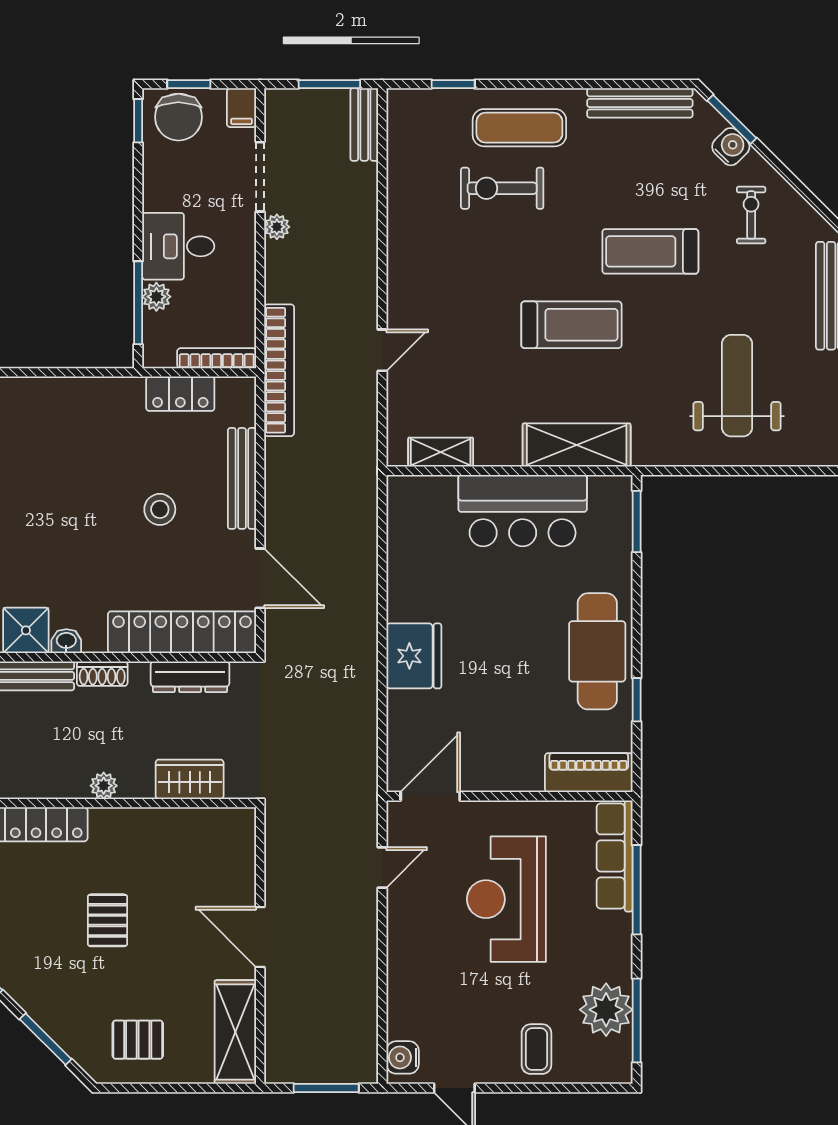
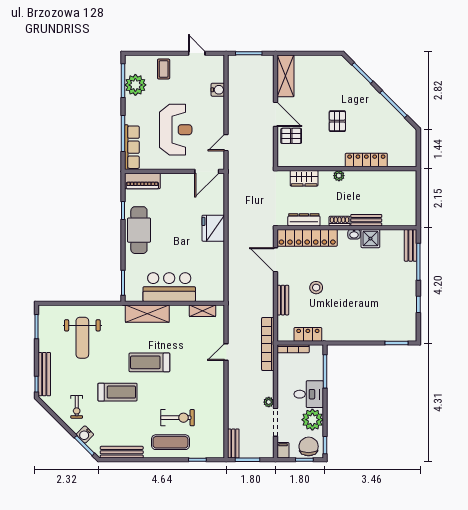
plant: (156, 297) -> (312, 420), moved, width x1.88, depth x1.88
bench: (242, 478) -> (283, 300), width x0.73
pallet: (138, 1040) -> (291, 136), moved
water cooler: (403, 1057) -> (218, 90), moved

